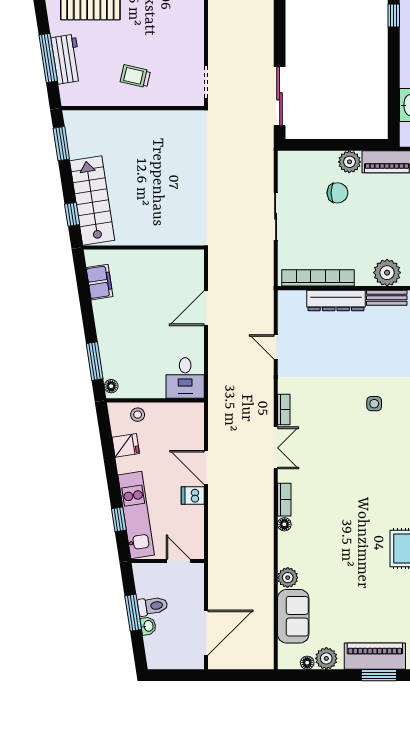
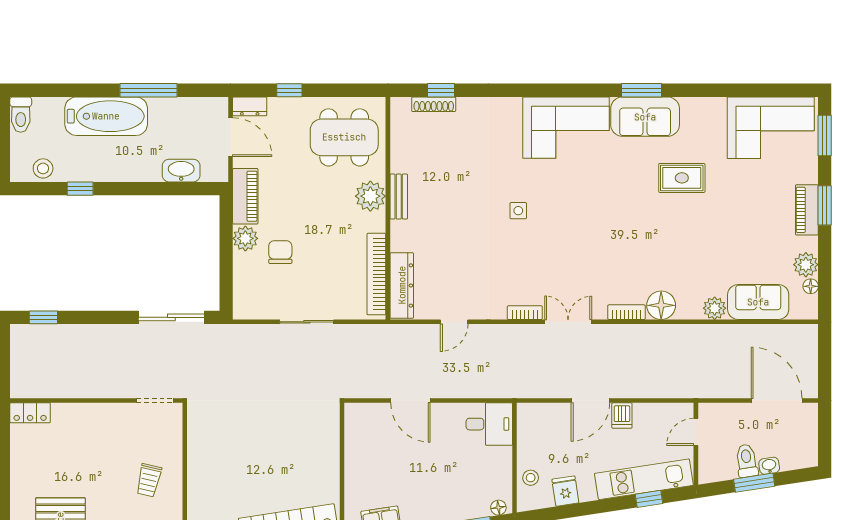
dresser: (336, 300) -> (402, 285), moved
floor lamp: (284, 524) -> (661, 305), width x1.89, depth x1.89
piano: (375, 656) -> (807, 210), width x0.73, depth x0.75

